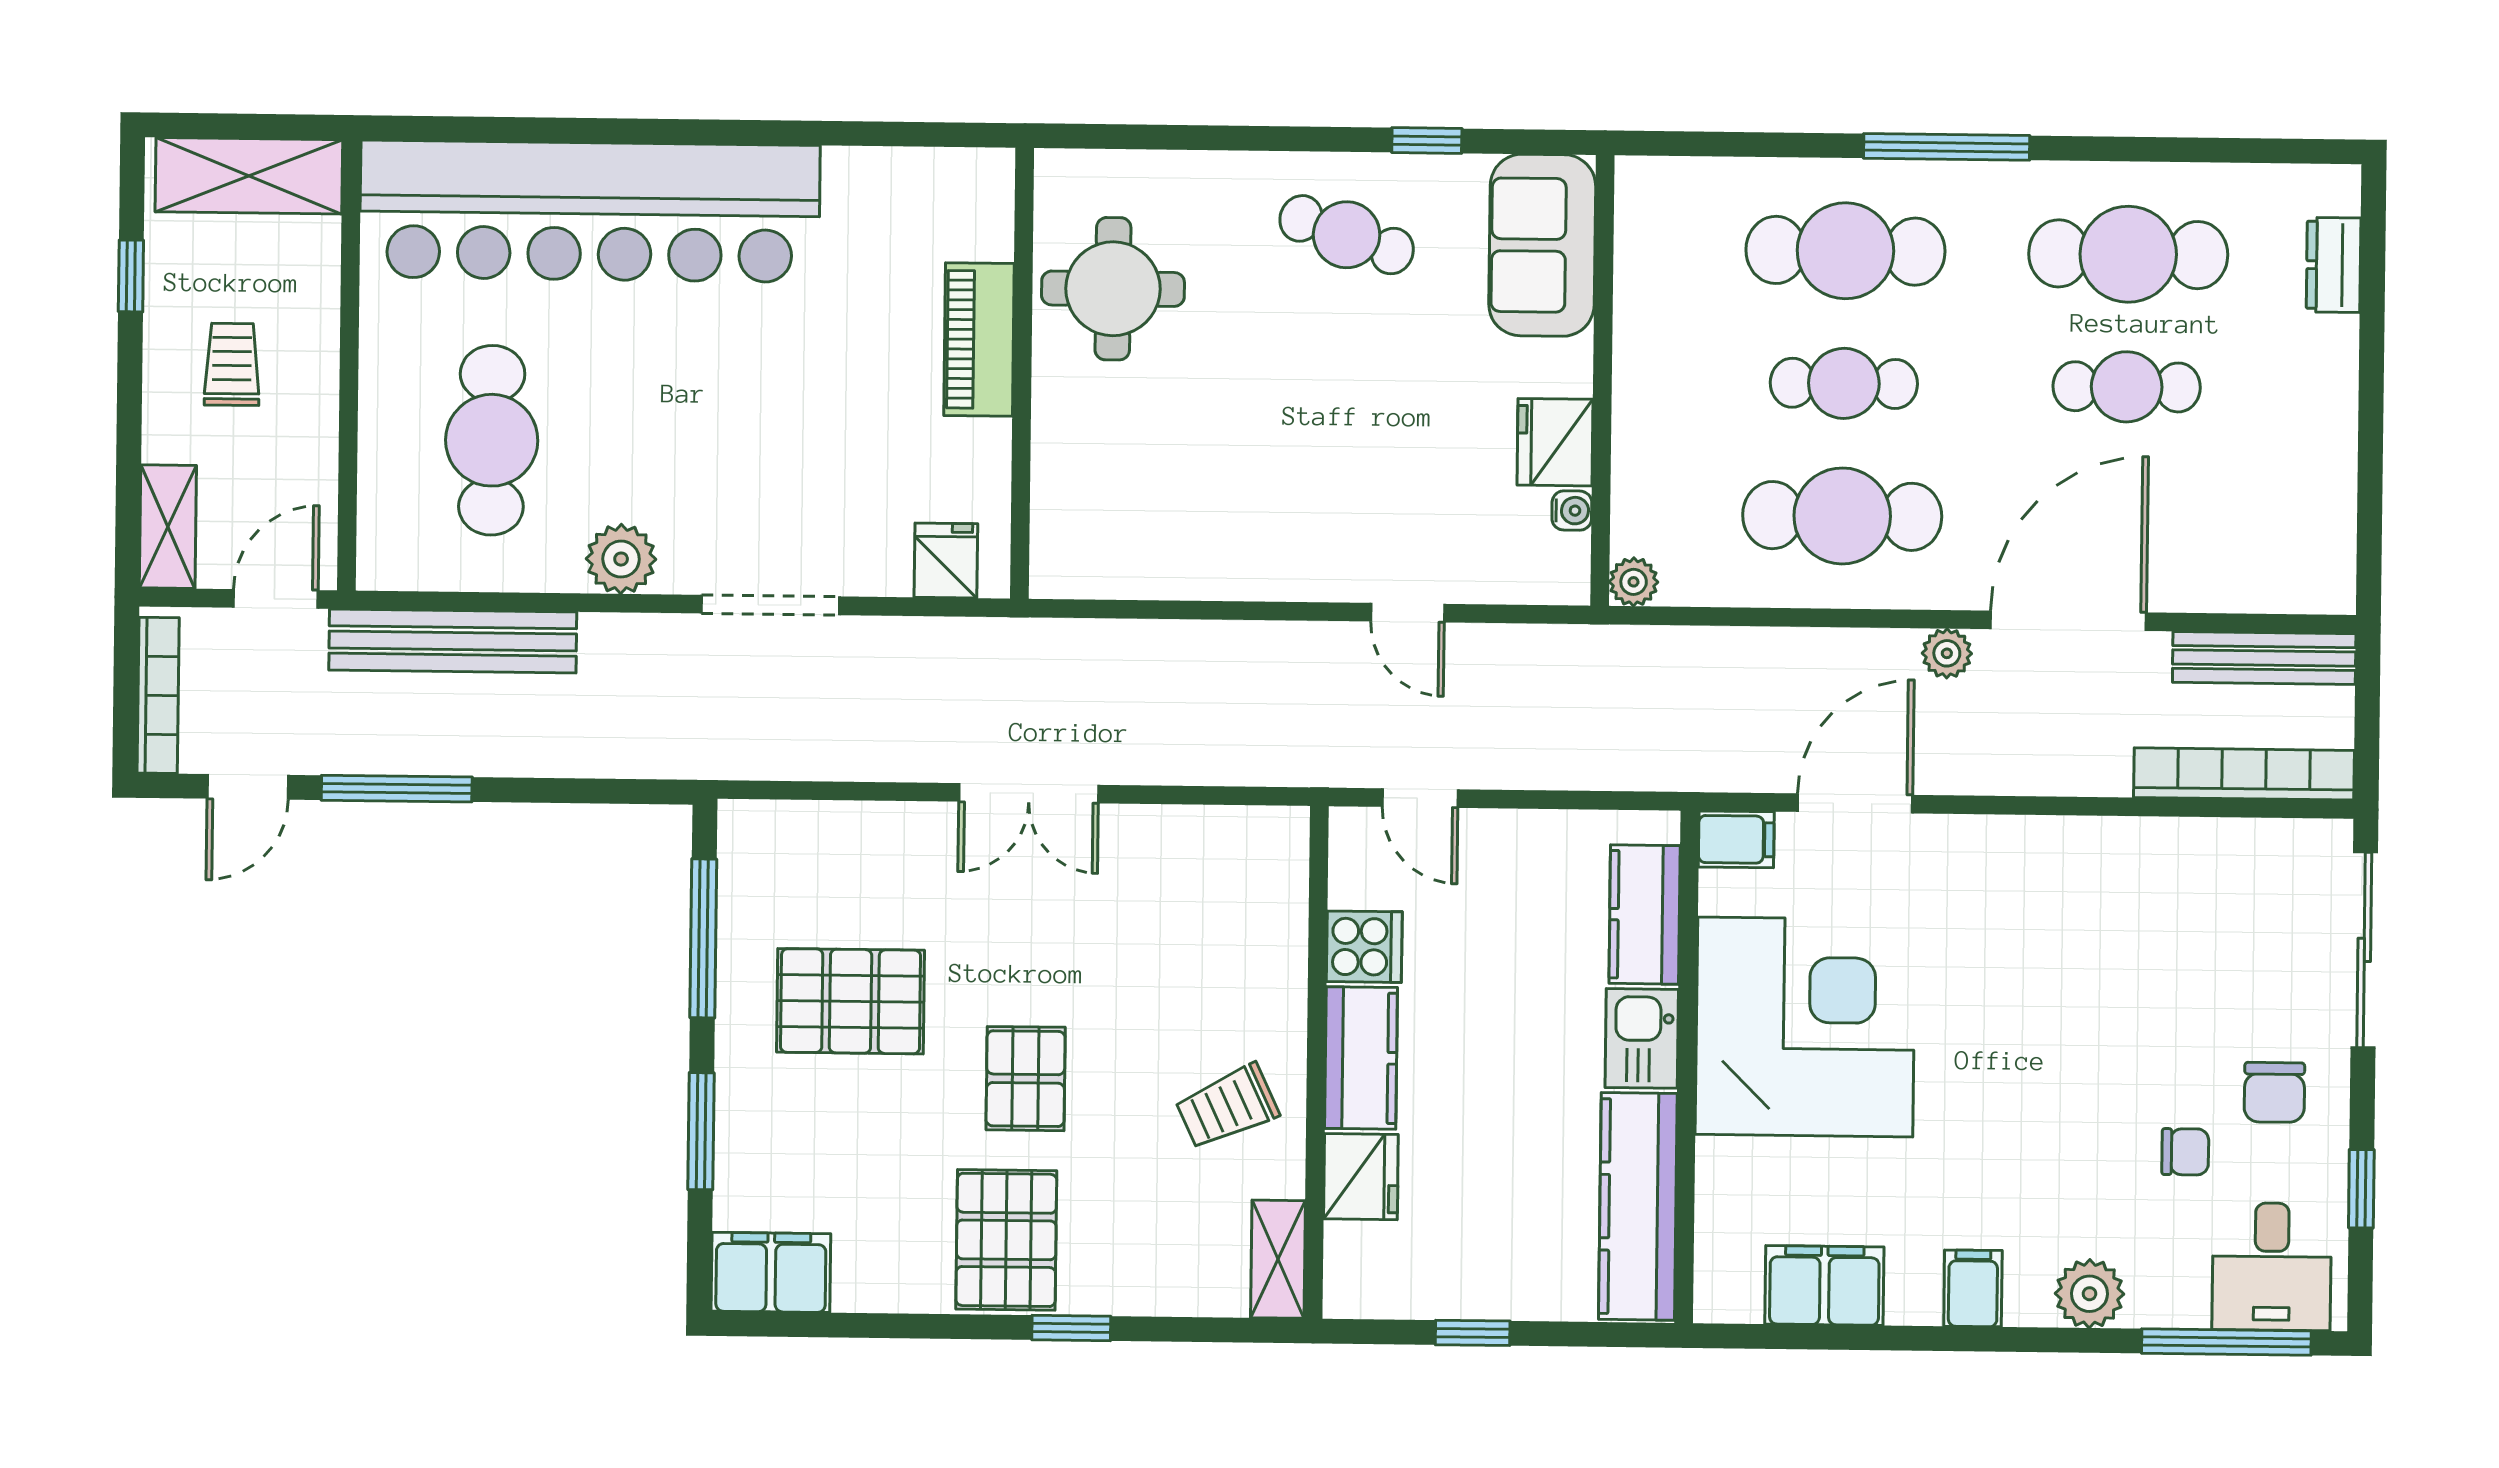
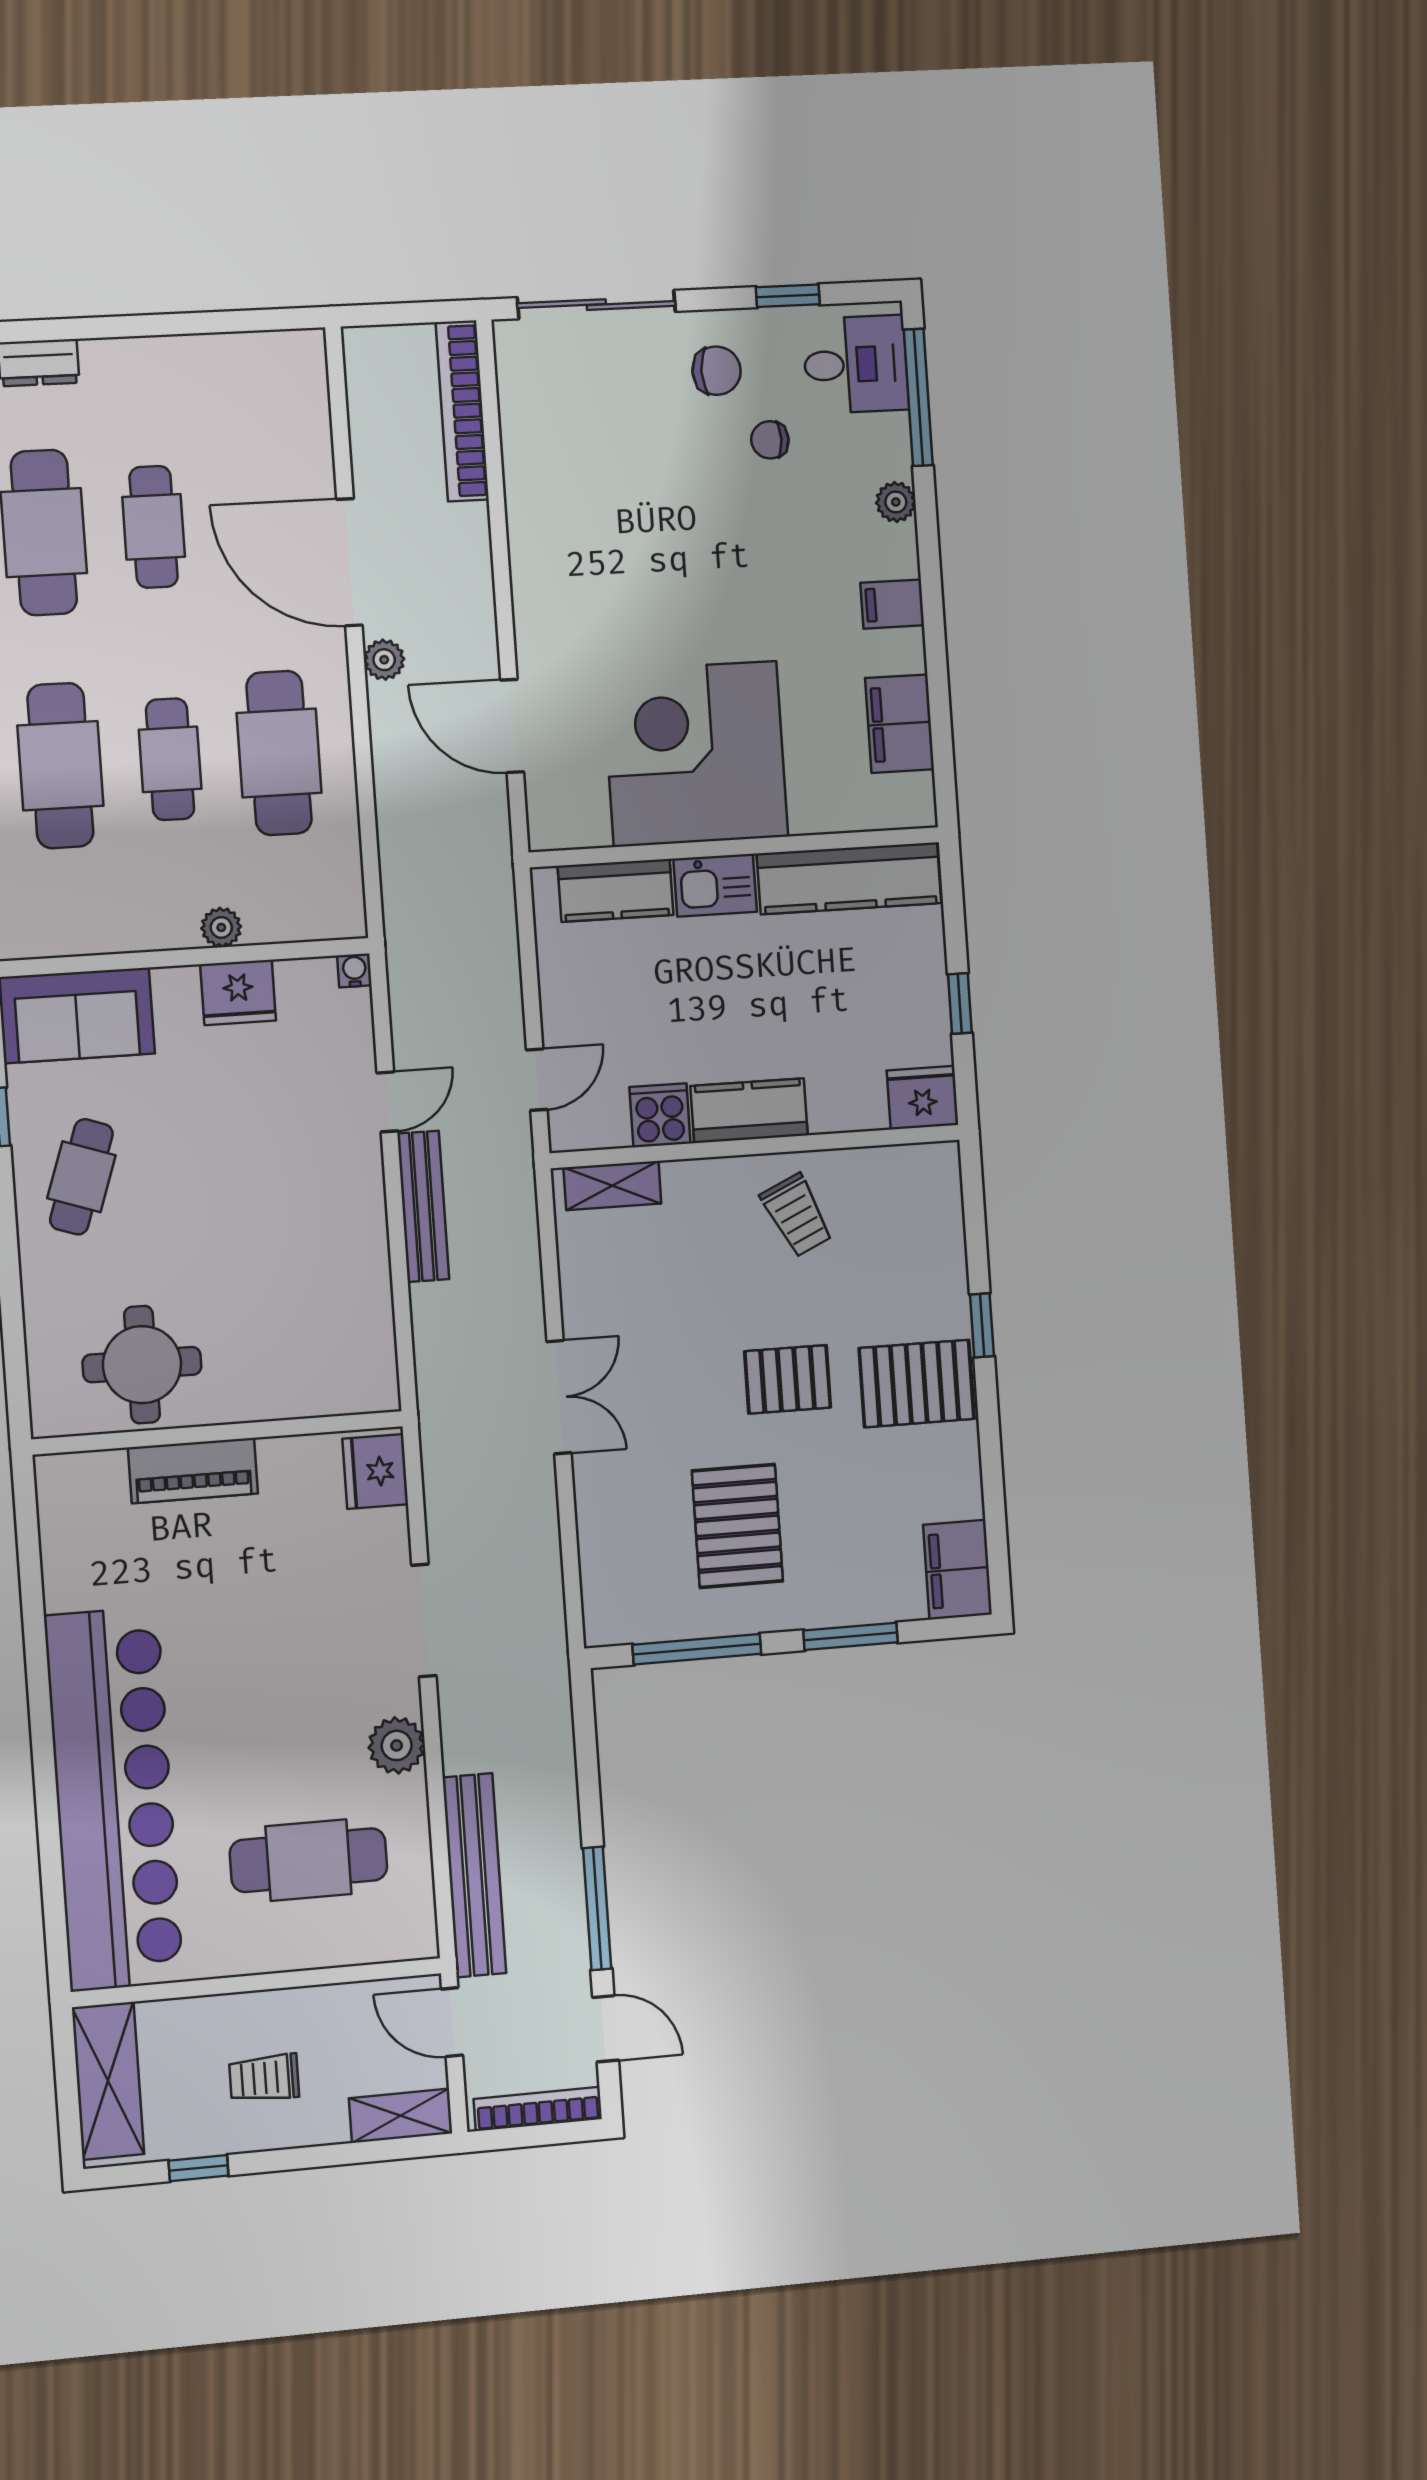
water cooler: (1572, 511) -> (354, 970), moved
fridge: (946, 561) -> (375, 1472), width x1.38
plant: (1634, 582) -> (221, 927), moved
bench: (2264, 658) -> (423, 1206), moved
filing cabinet: (1736, 839) -> (549, 821), removed
chair: (2185, 1152) -> (770, 440), turned -90
fridge: (1361, 1177) -> (923, 1098), moved
shelving: (1278, 1259) -> (612, 1186), moved
plant: (2089, 1294) -> (896, 502), width x0.73, depth x0.73

